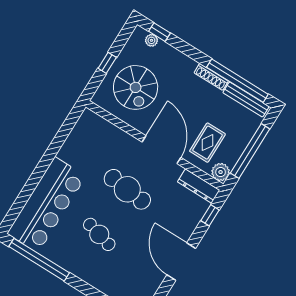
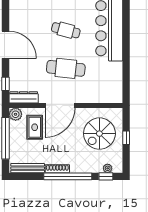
window: (237, 81) -> (68, 176), moved
spiral stairs: (136, 87) -> (99, 134), turned -90
door: (161, 150) -> (60, 105), hinge flipped

